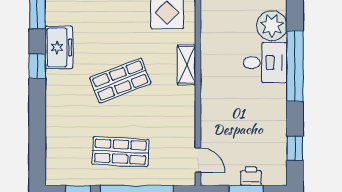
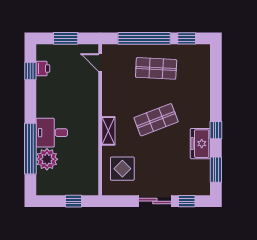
window: (295, 66) -> (30, 149), moved
printer: (251, 176) -> (43, 68), moved, turned -90

